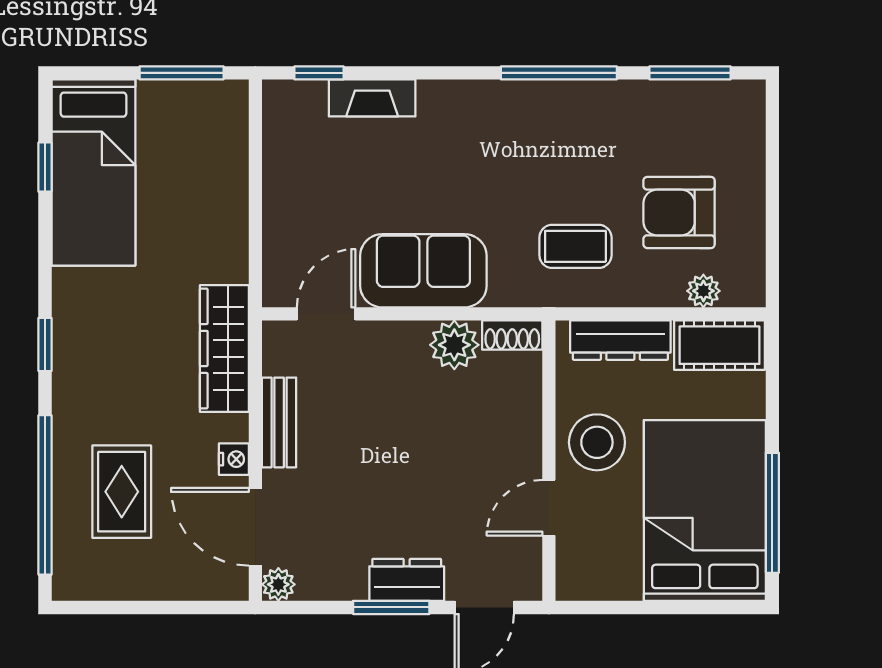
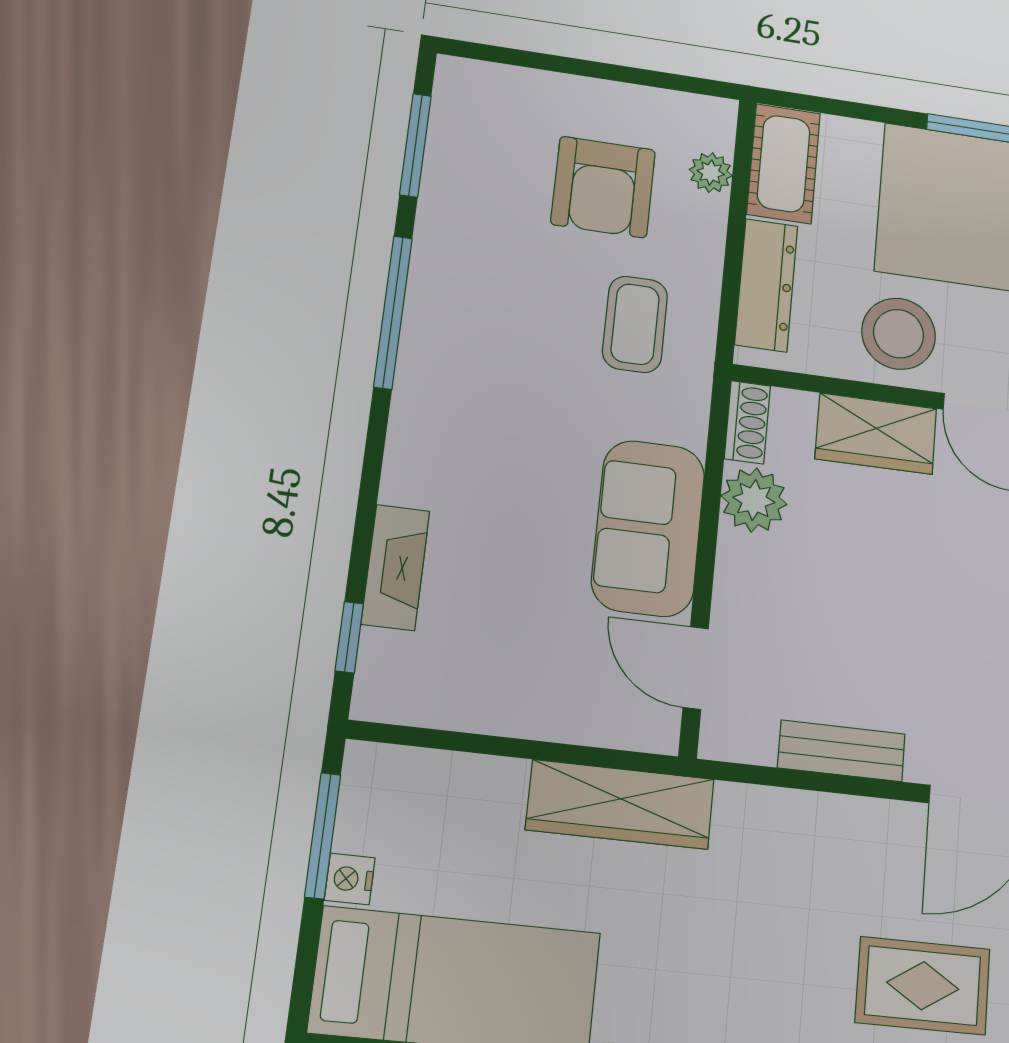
wardrobe: (224, 348) -> (620, 804), moved
wardrobe: (517, 431) -> (876, 434), added
nightstand: (234, 459) -> (350, 879), moved, turned -90

